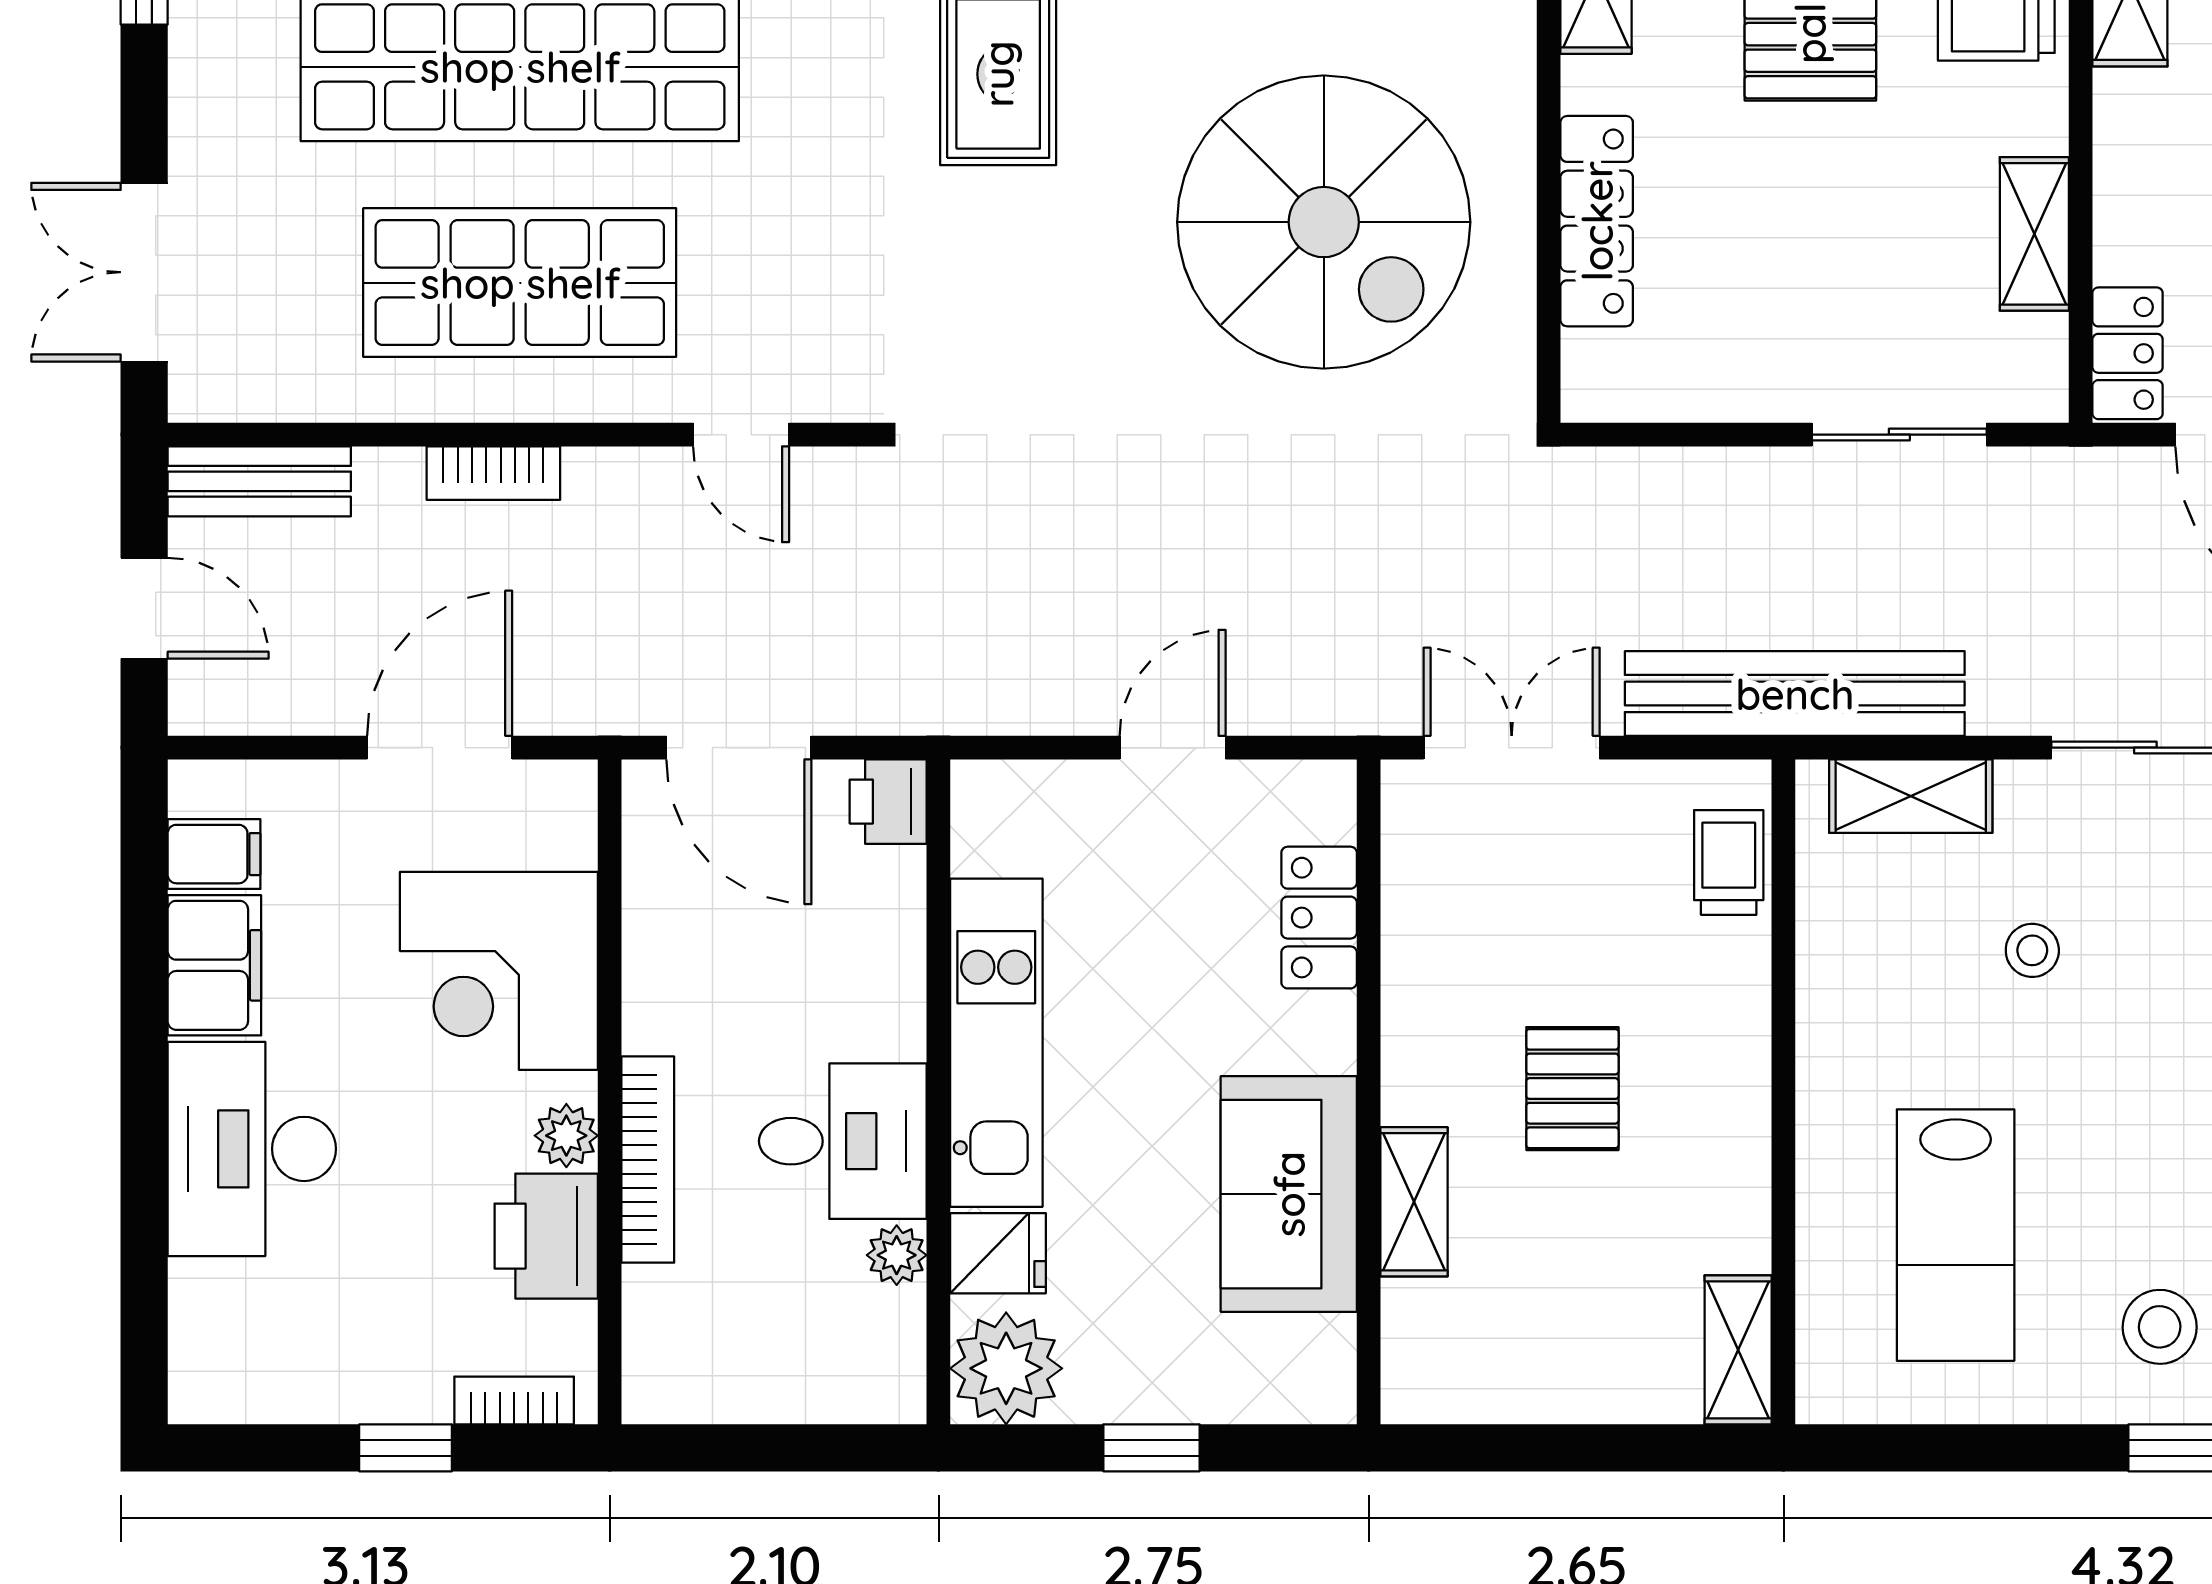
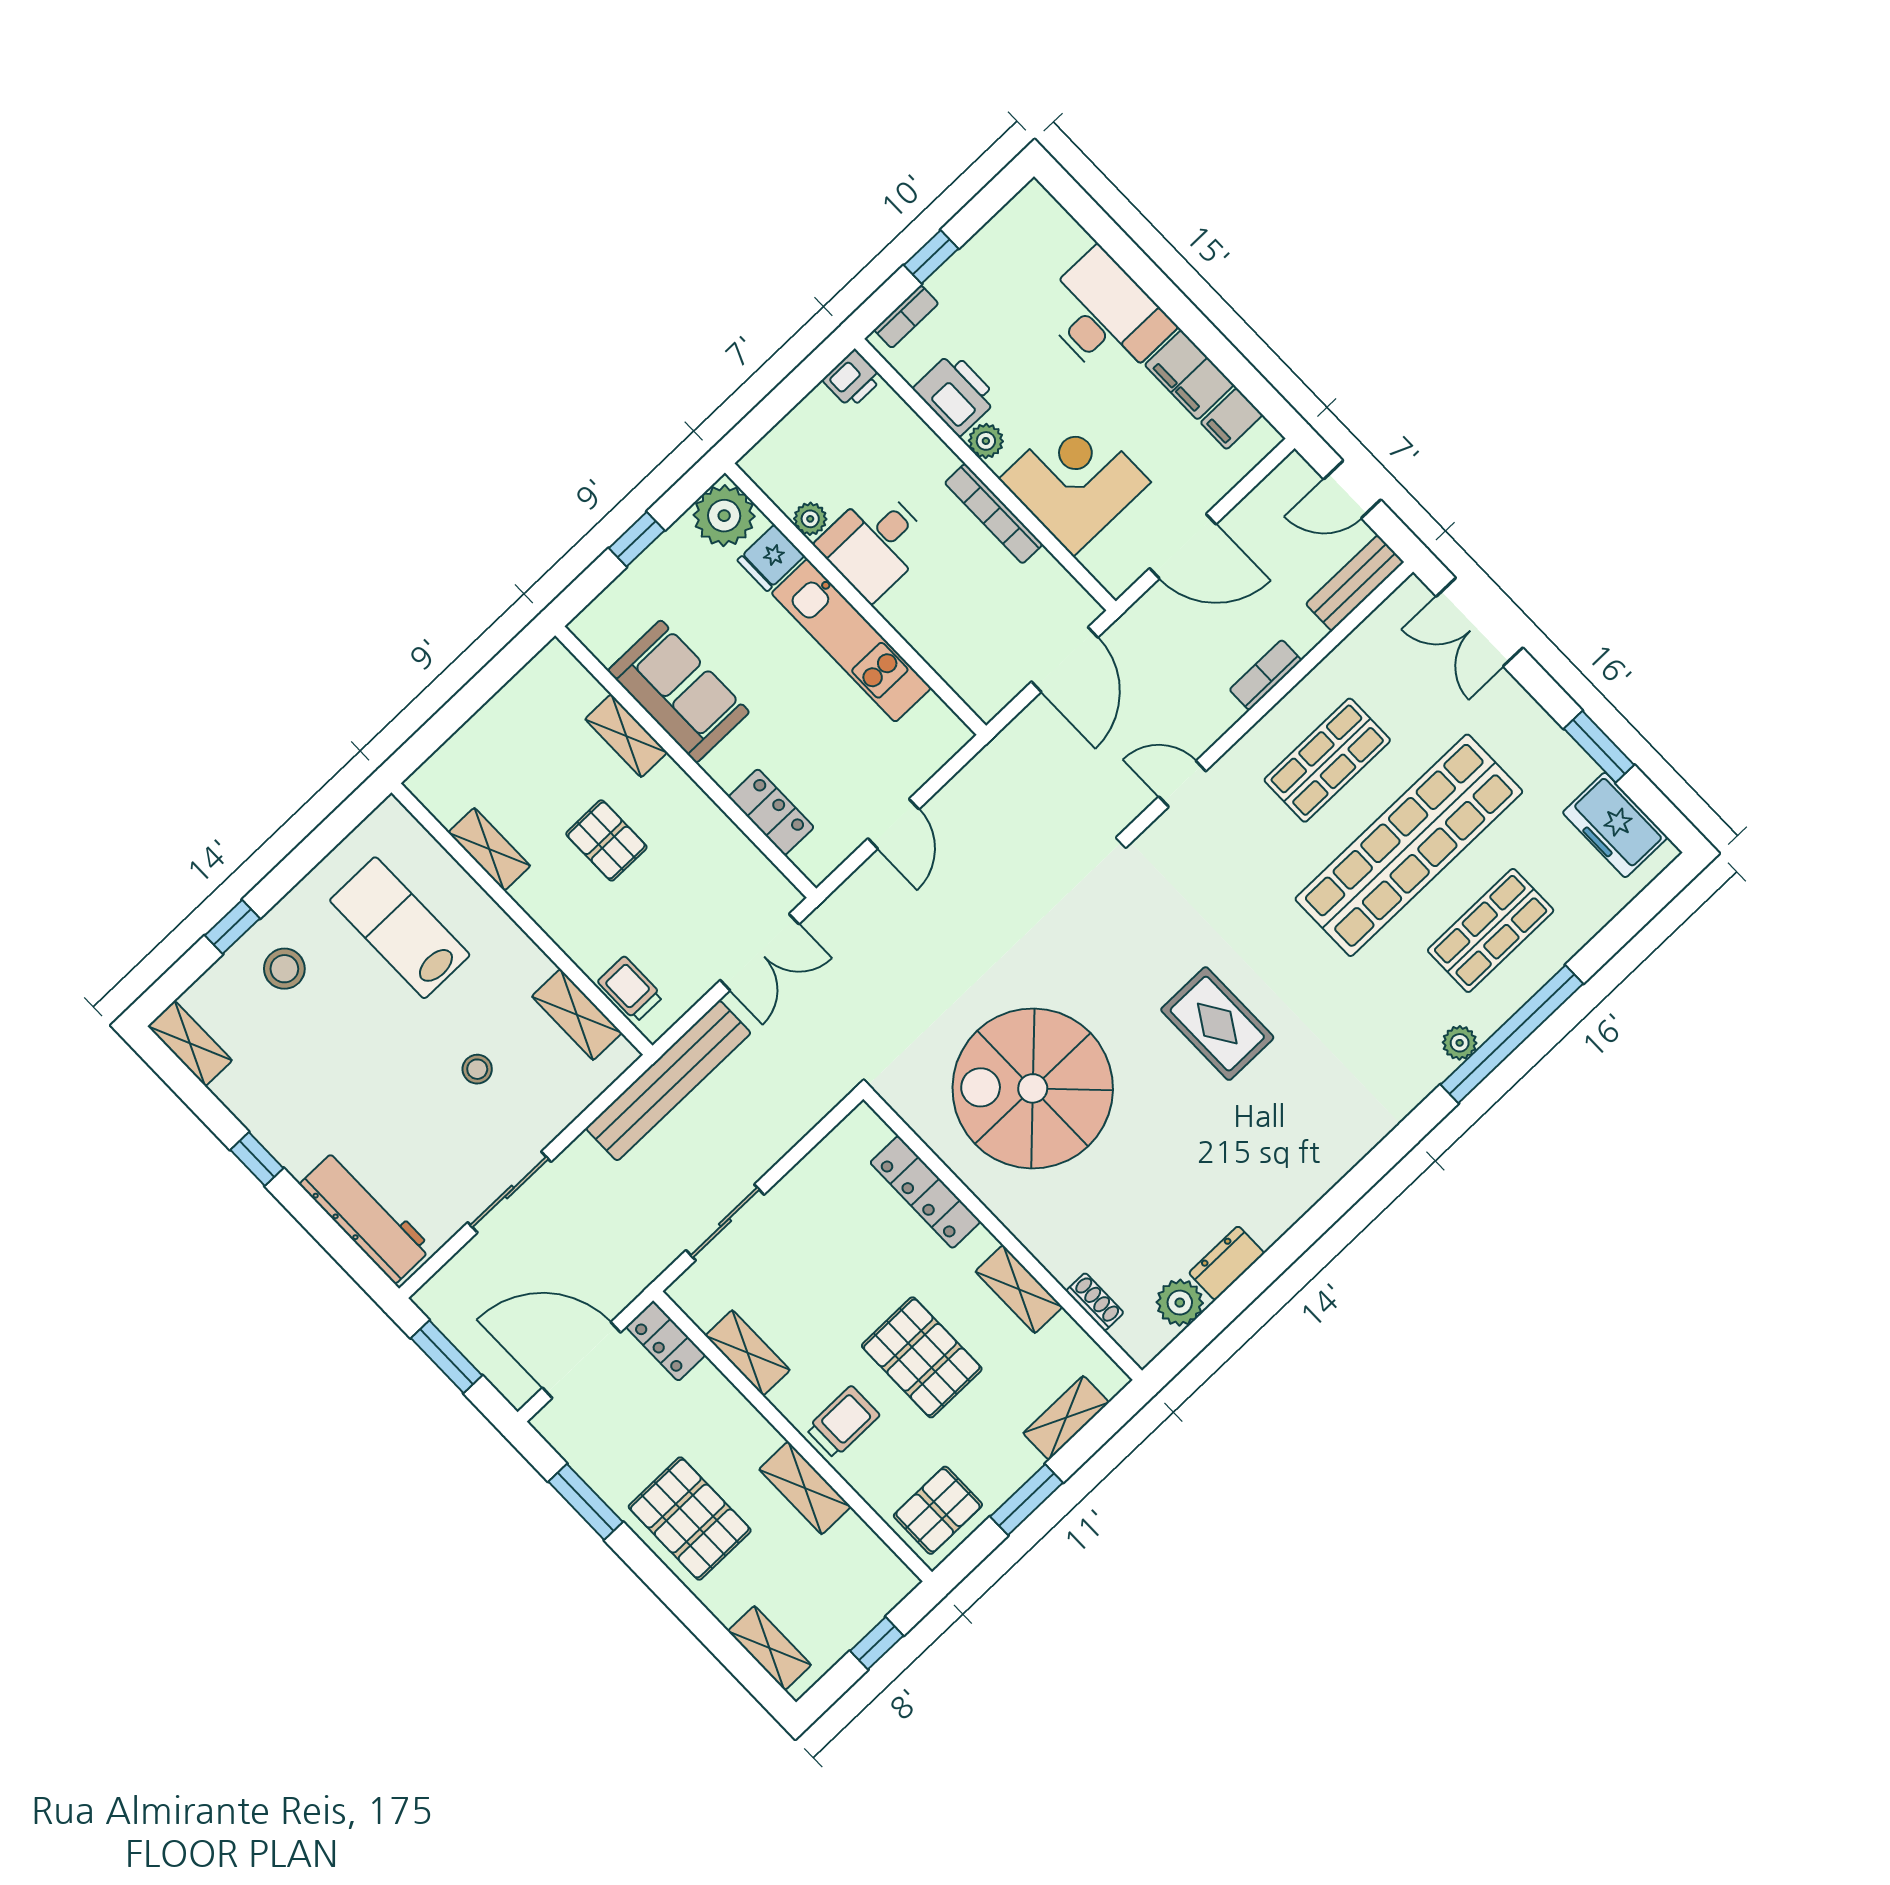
double door: (144, 272) -> (1479, 622), swing flipped
shop shelf: (520, 283) -> (1327, 760), width x0.70, depth x0.74
door: (440, 748) -> (1183, 546), hinge flipped
door: (739, 748) -> (1065, 660), swing flipped
shelving: (1911, 796) -> (577, 1015), moved, turned 90
printer: (888, 802) -> (853, 379), moved, turned 90
trolley: (1729, 862) -> (630, 989), turned 180
bookcase: (648, 1160) -> (994, 514), moved
shelving: (1738, 1350) -> (489, 849), moved

